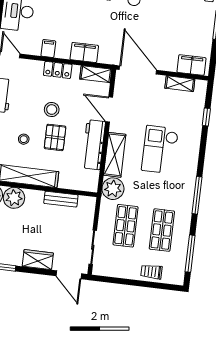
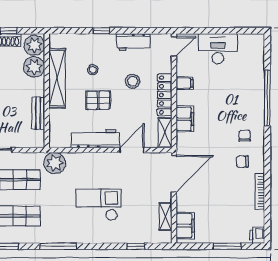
locker: (58, 70) -> (165, 95), width x1.53
stool: (52, 110) -> (133, 81), moved
shelving: (115, 155) -> (88, 161), removed

